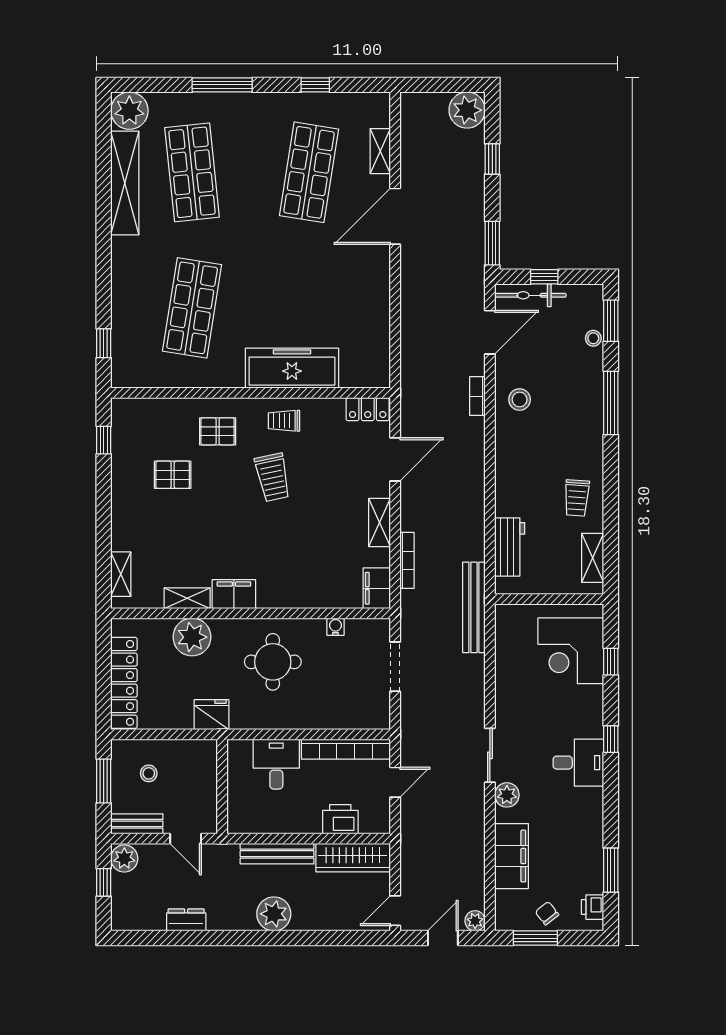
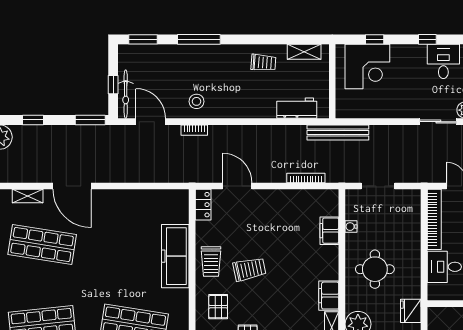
stool: (593, 338) -> (155, 51), removed
trolley: (284, 421) -> (211, 262), width x1.36, depth x1.39
shelving: (380, 523) -> (280, 197), removed
filing cabinet: (377, 588) -> (329, 231), moved, turned 90

